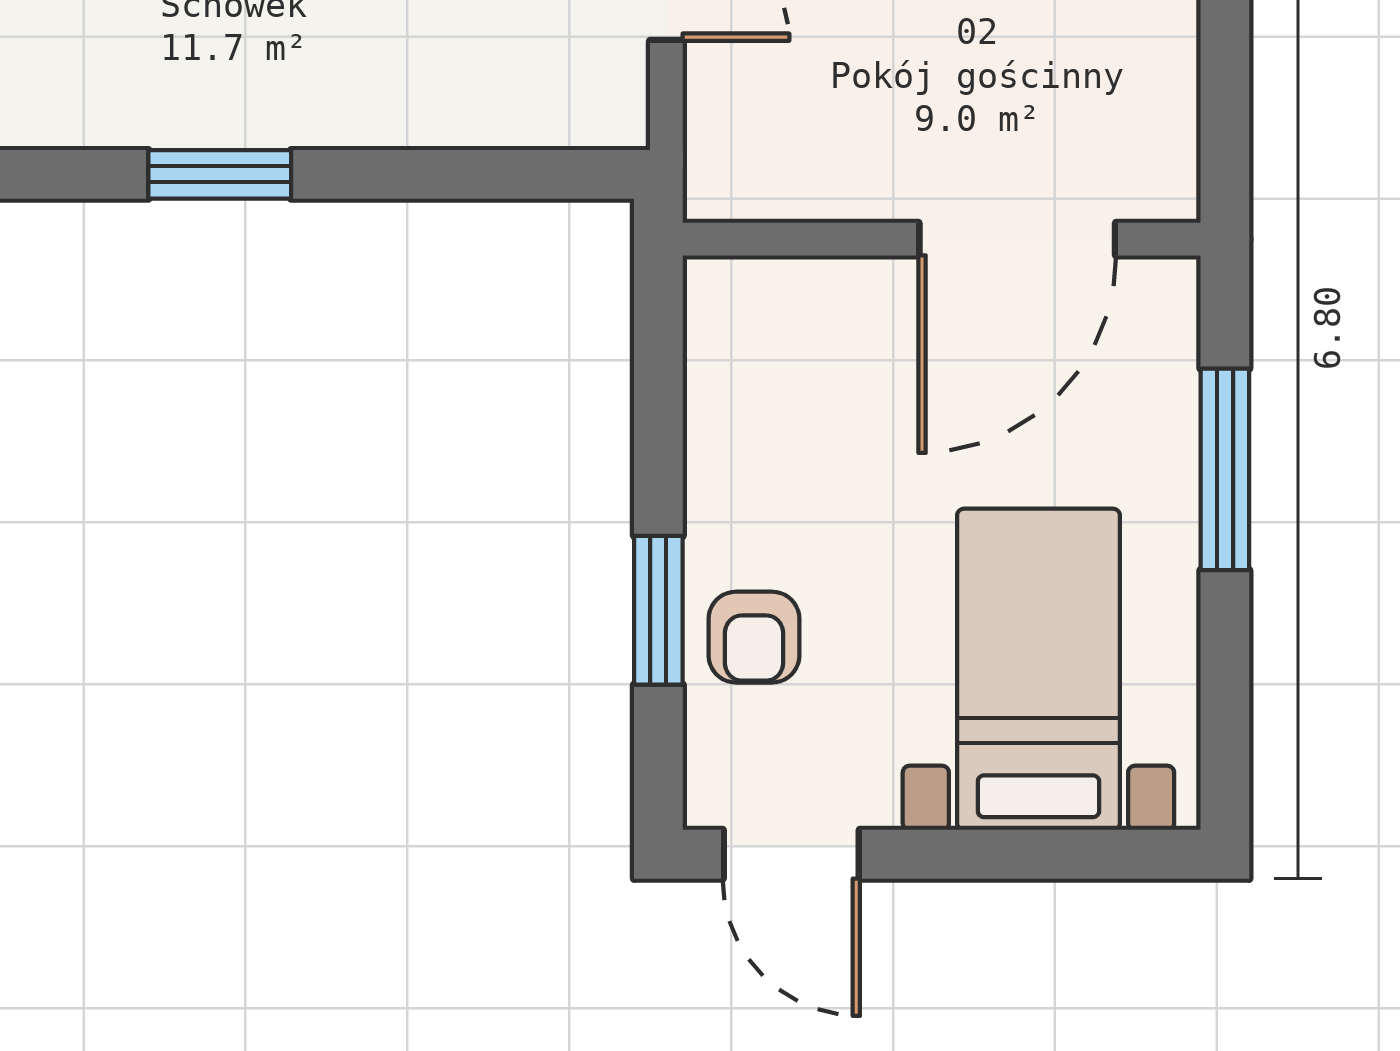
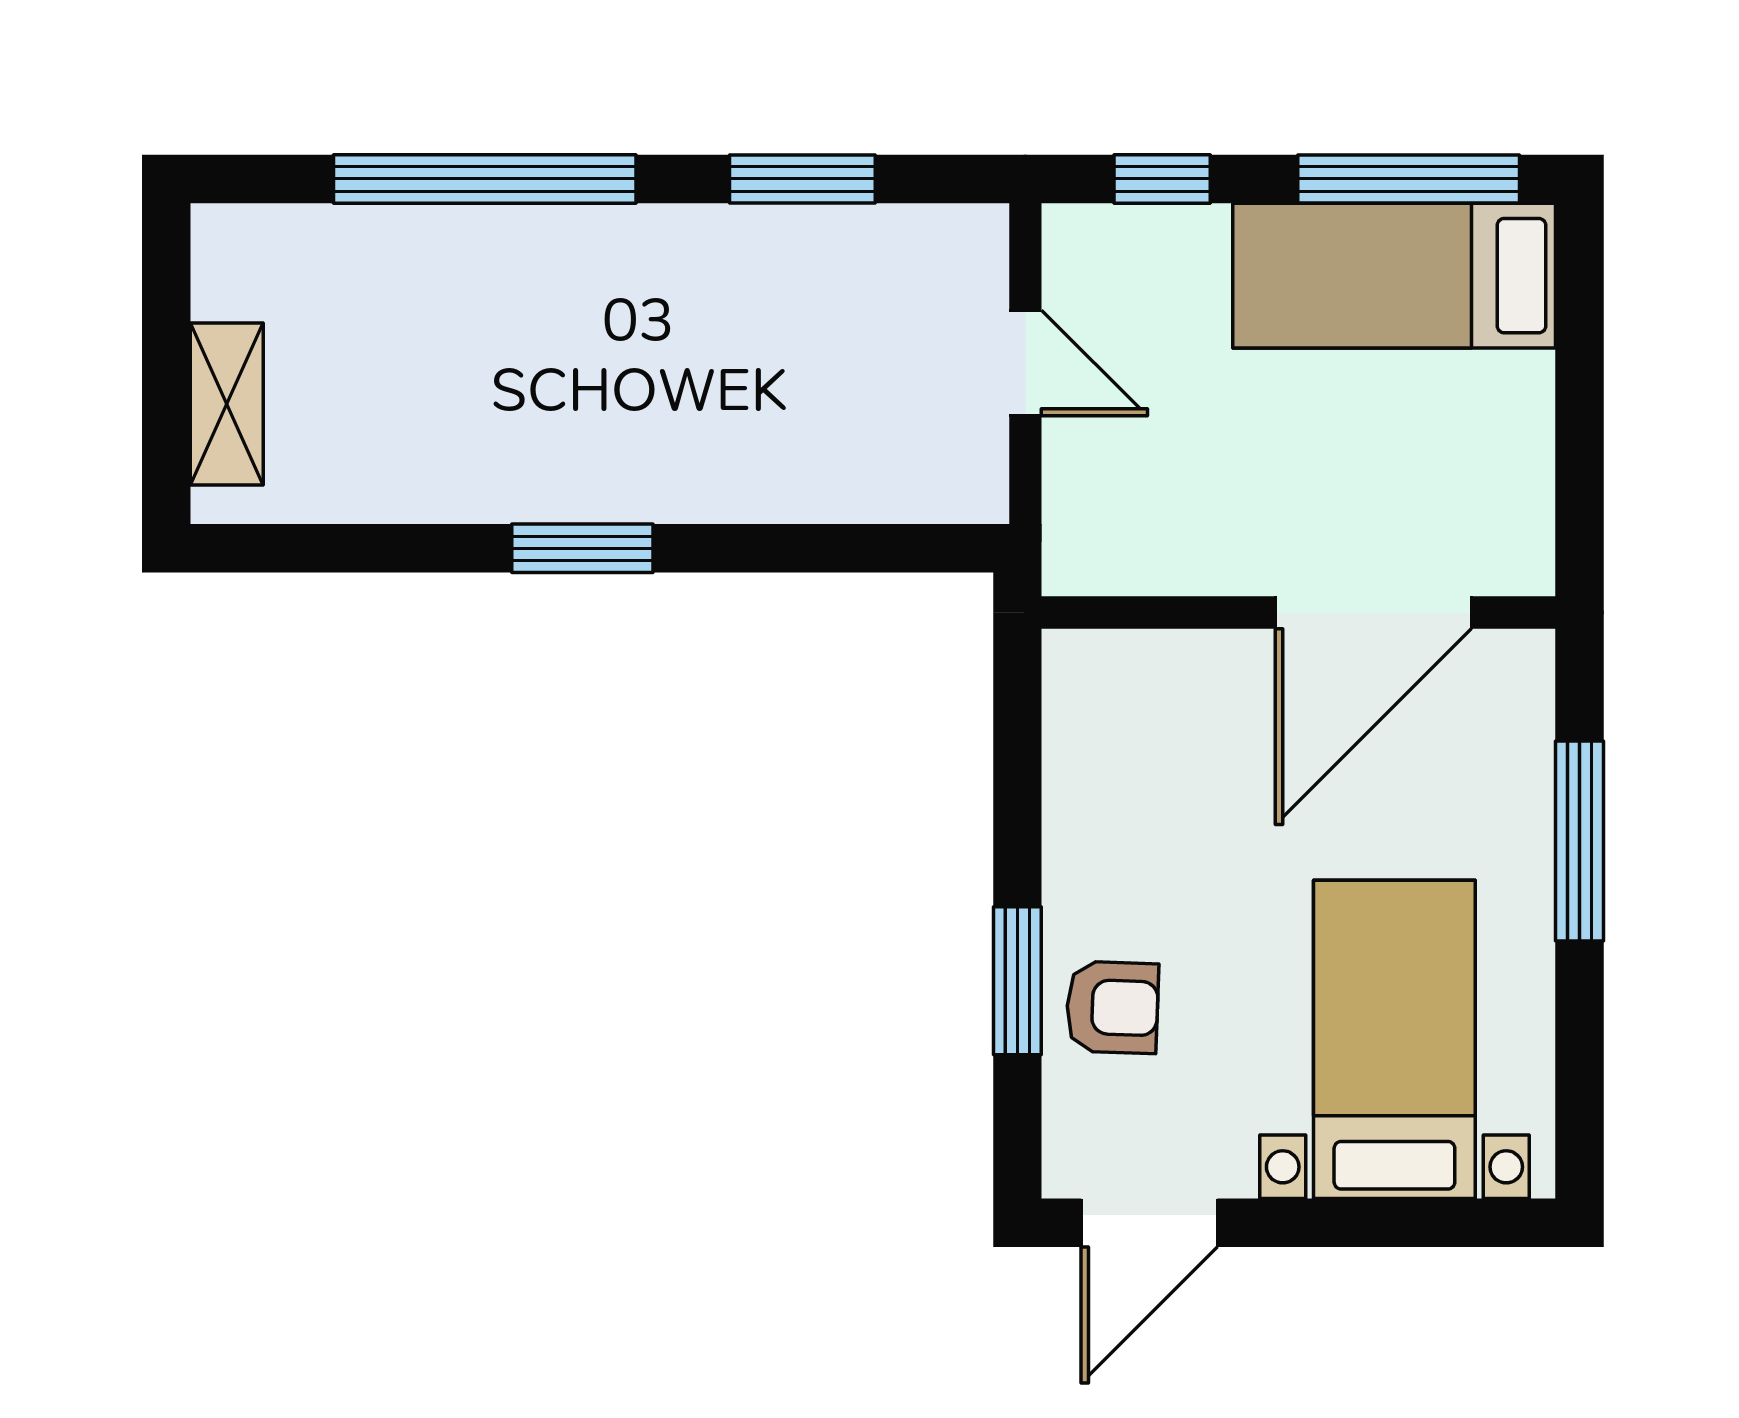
armchair: (754, 637) -> (1112, 1007), turned -88
door: (791, 854) -> (1149, 1223), hinge flipped

